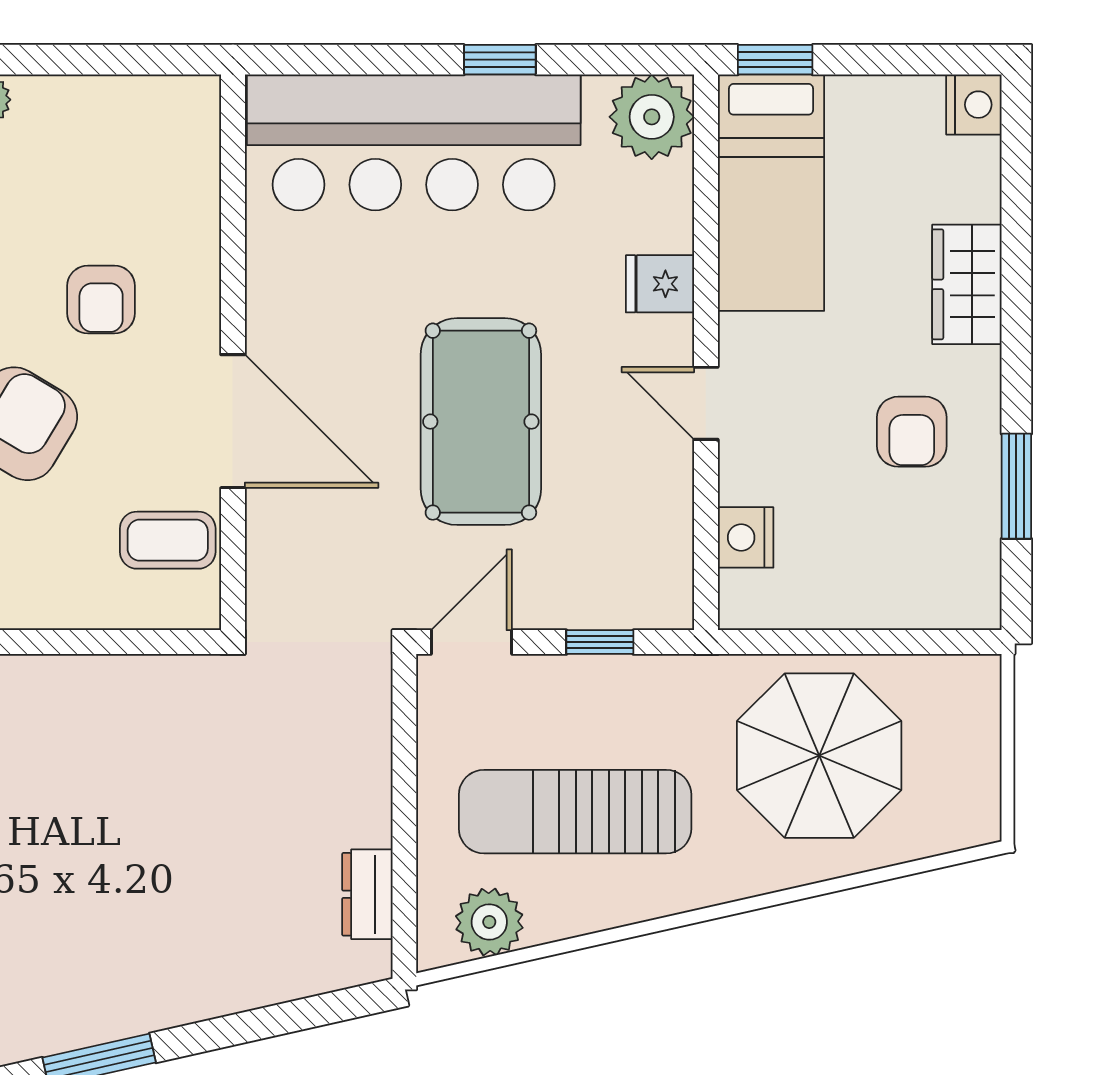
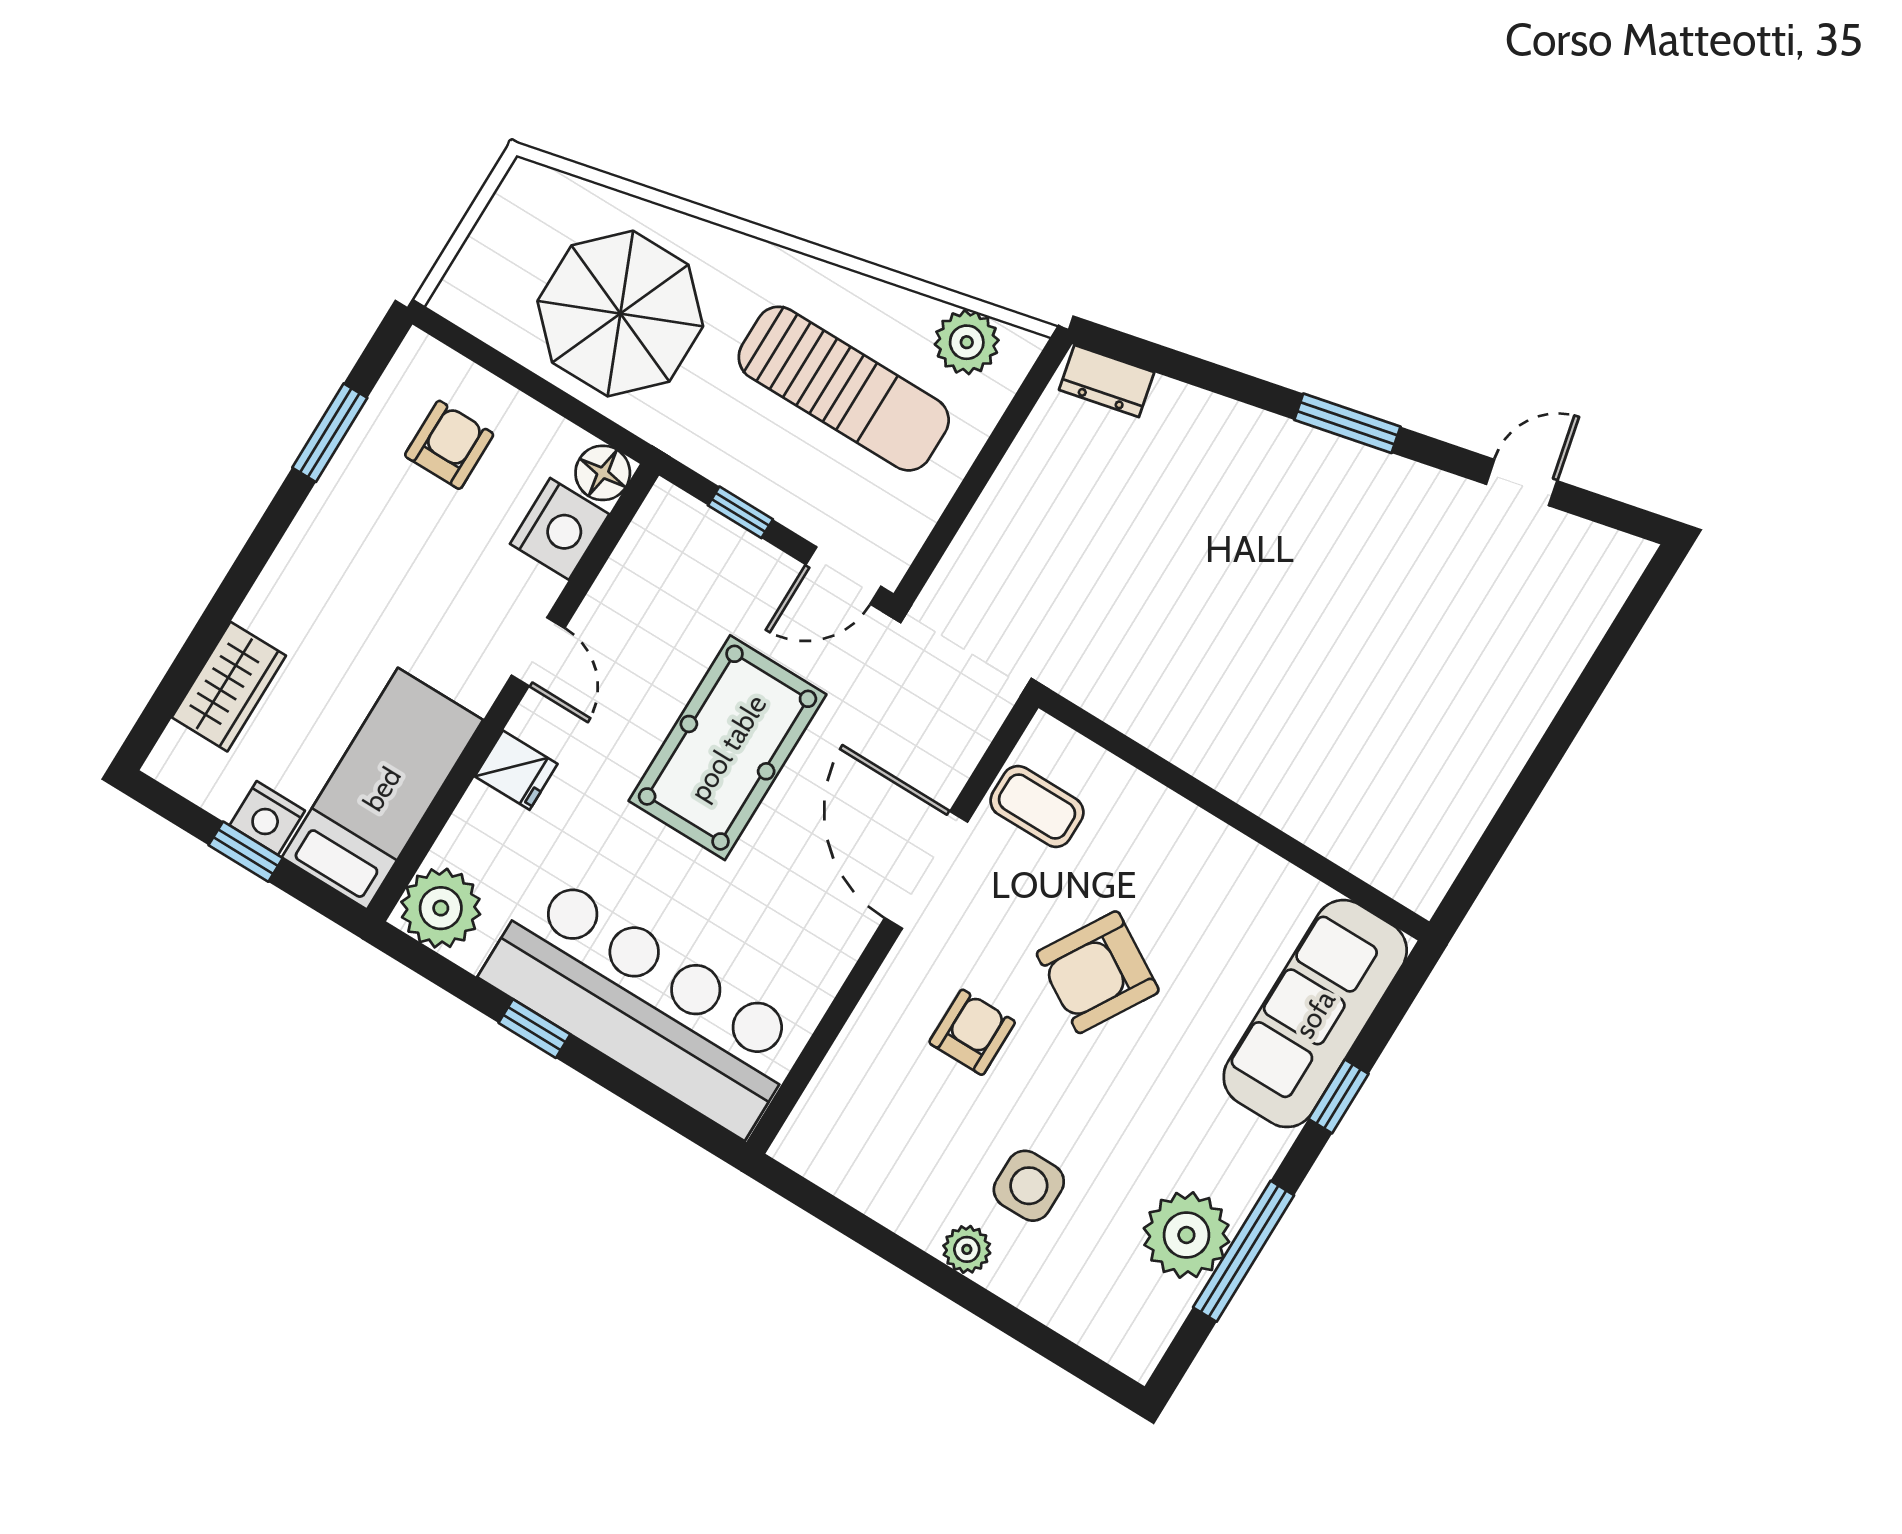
window: (775, 60) -> (246, 852), moved
nightstand: (974, 105) -> (267, 818), moved, turned -90
wardrobe: (967, 284) -> (229, 687), moved
armchair: (912, 432) -> (449, 445), moved
nightstand: (746, 537) -> (560, 529), width x1.36, depth x1.33
floor lamp: (747, 601) -> (603, 473), added
dresser: (367, 894) -> (1107, 381), moved, turned 77

